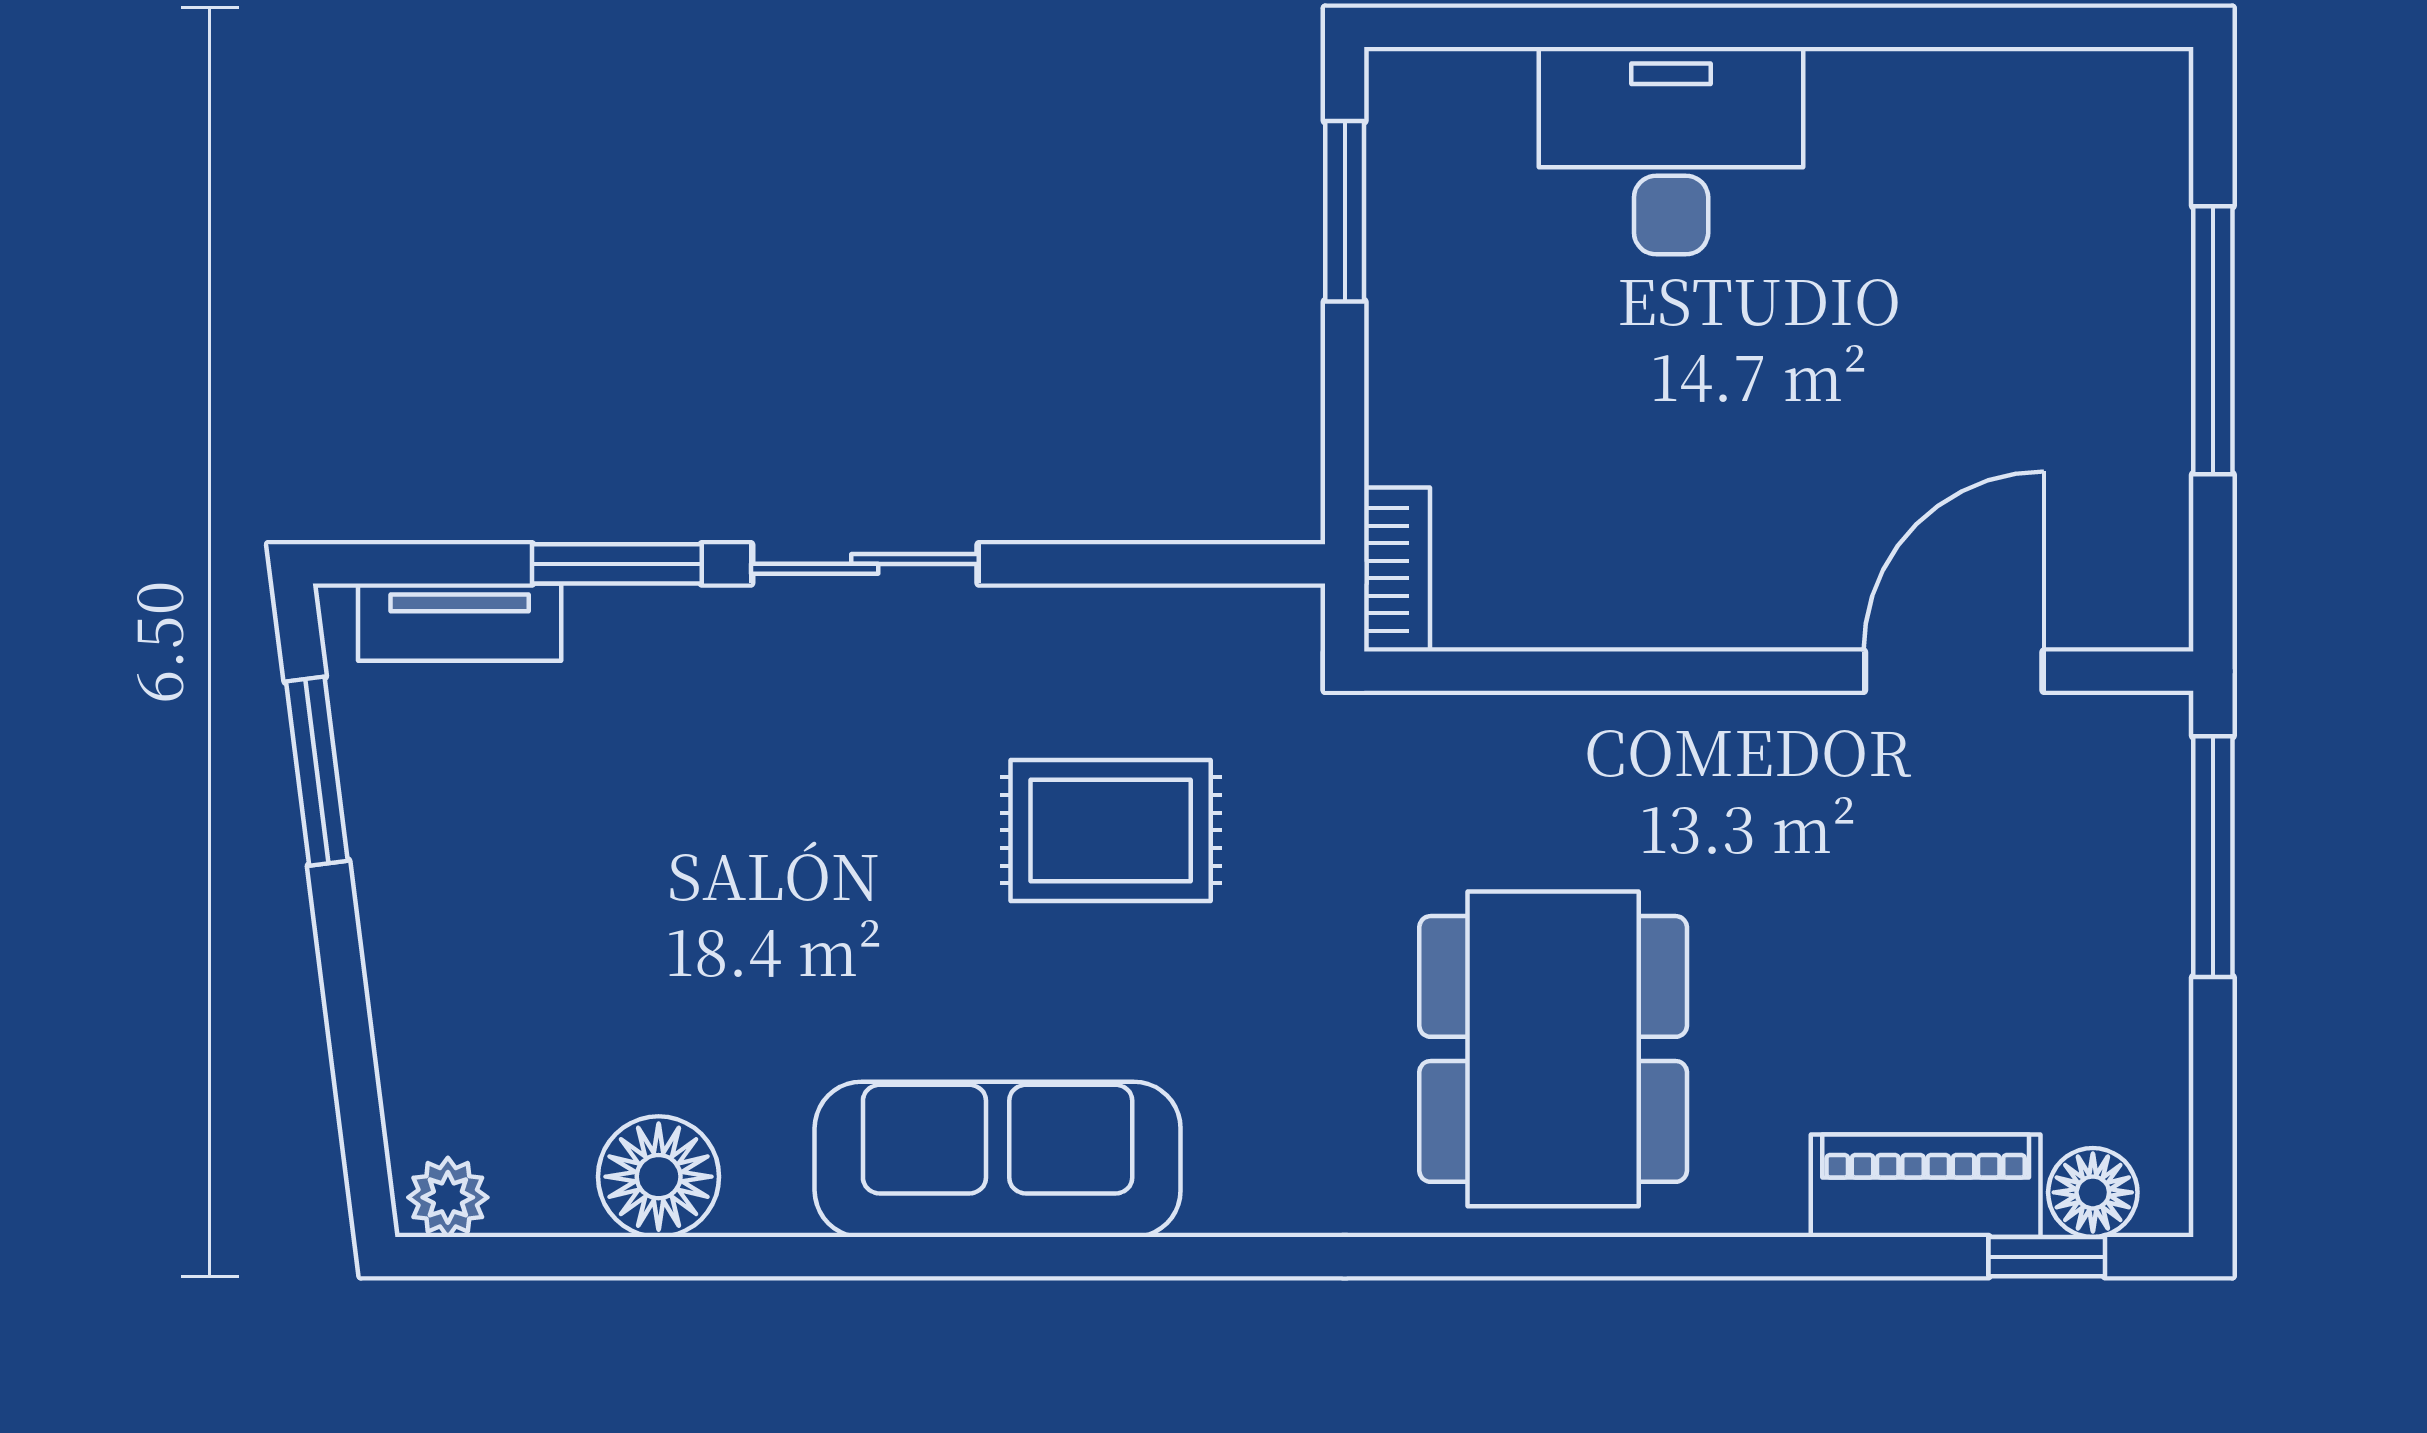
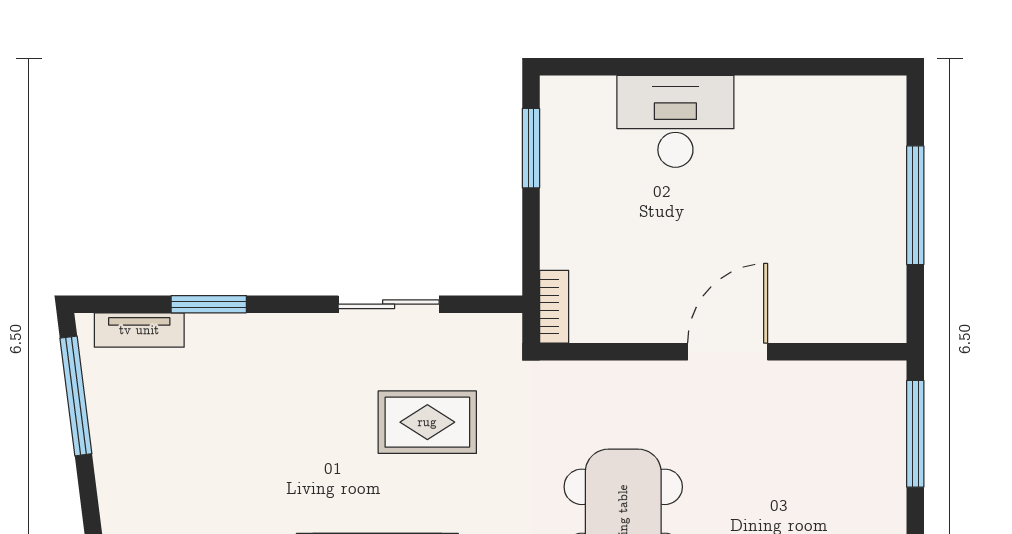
sliding door: (865, 564) -> (389, 304), moved
door: (1954, 671) -> (728, 352), moved
window: (317, 771) -> (76, 396), width x1.44

